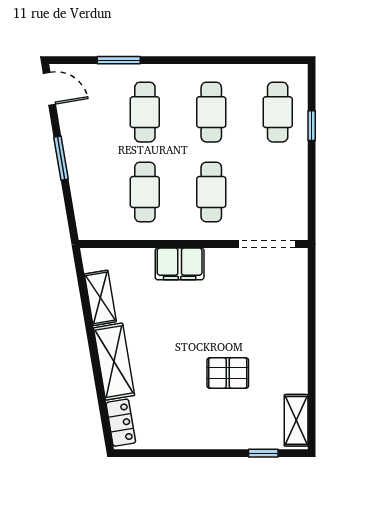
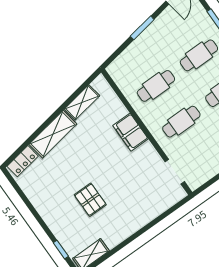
doorway: (267, 244) -> (175, 172), width x0.73

